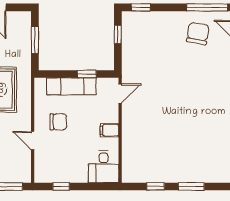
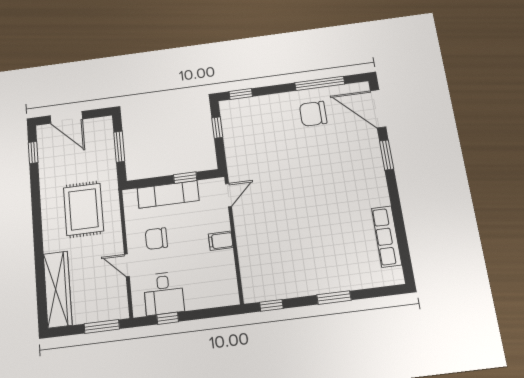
chair: (198, 33) -> (313, 114), turned -100
chair: (58, 122) -> (156, 239), turned 180
desk: (104, 167) -> (164, 293), moved
window: (156, 186) -> (271, 305), moved

